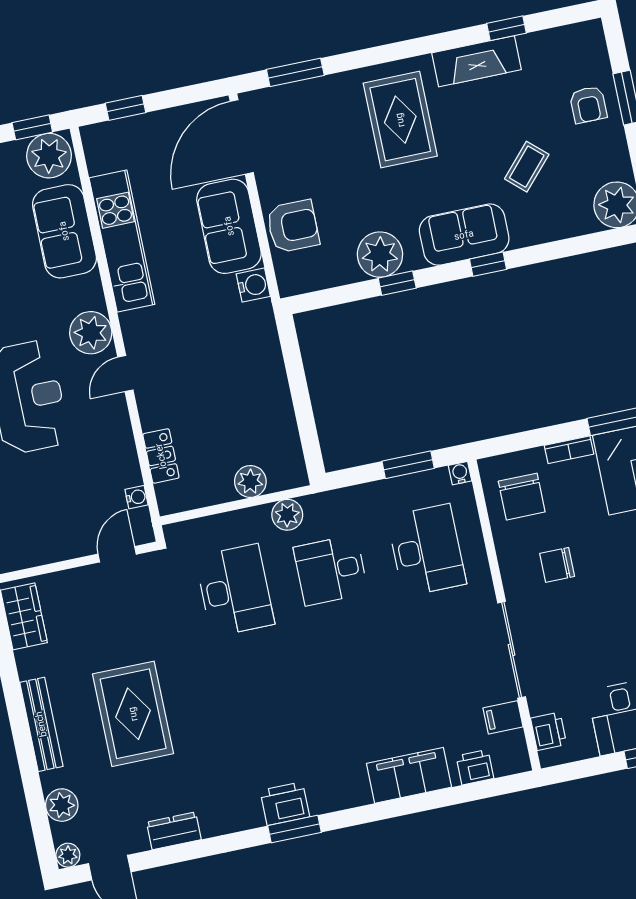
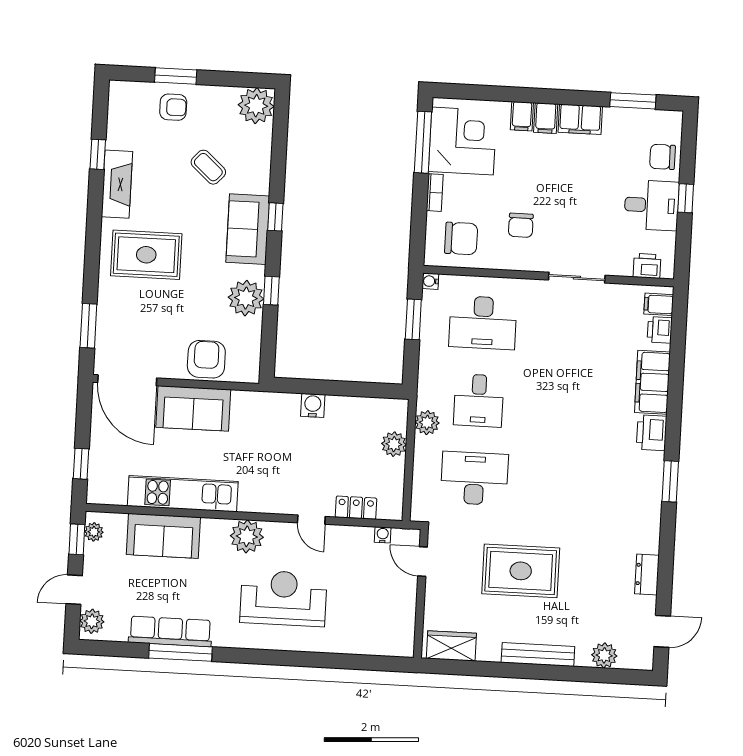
plant: (49, 156) -> (94, 532), width x0.53, depth x0.53
water cooler: (253, 285) -> (313, 405), moved
door: (125, 374) -> (311, 520), moved
desk: (427, 550) -> (483, 323), turned 180
sliding door: (512, 650) -> (577, 278), width x0.73
rug: (133, 714) -> (521, 571), moved
filing cabinet: (503, 717) -> (659, 304), moved, turned 90
printer: (285, 804) -> (652, 433), moved
plant: (68, 855) -> (644, 661), removed

